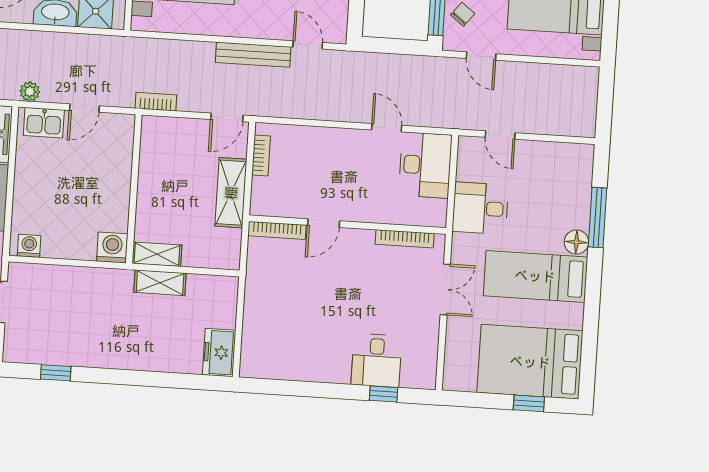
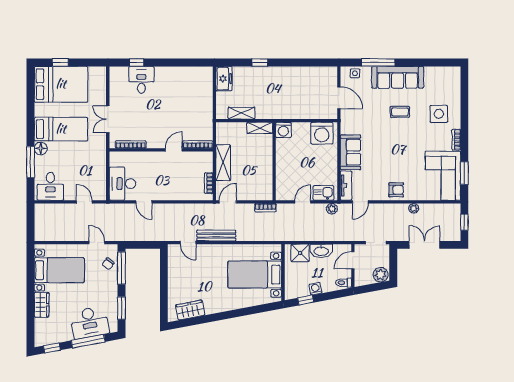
desk: (480, 208) -> (50, 186), moved, turned 90
washing machine: (29, 246) -> (322, 133), width x1.89, depth x1.89
shelving: (160, 283) -> (241, 113), moved
window: (56, 373) -> (260, 62), moved

